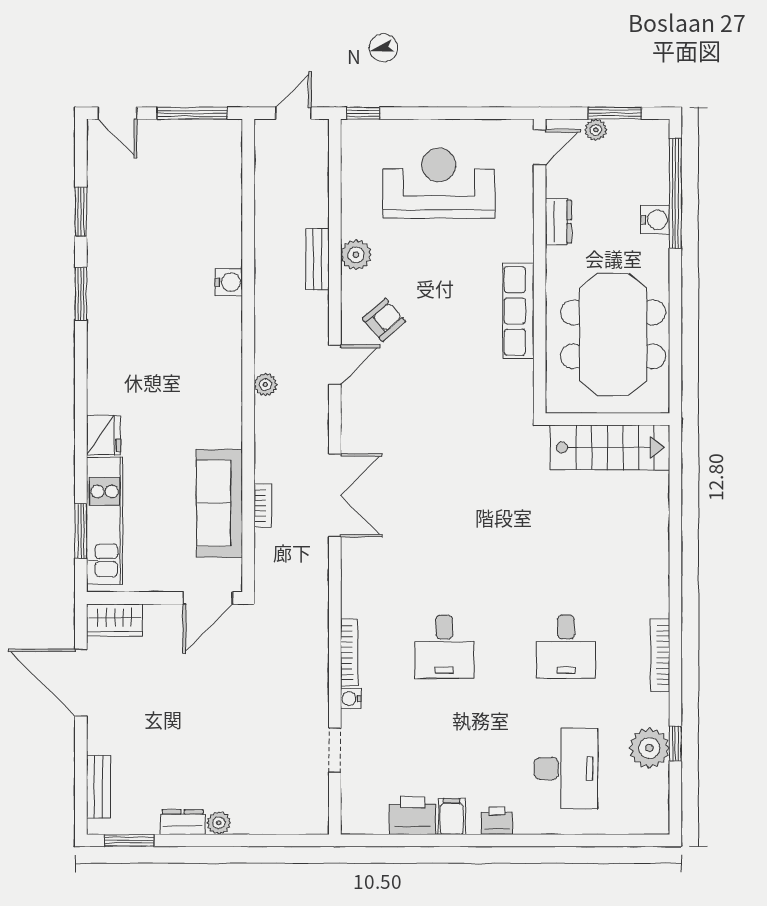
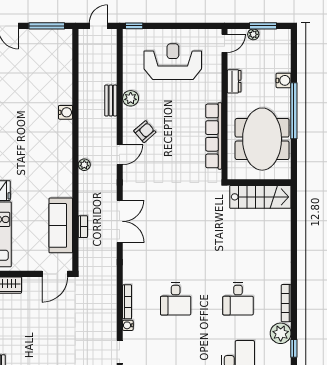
window: (675, 193) -> (294, 111), moved
row of seats: (518, 311) -> (214, 136), width x1.36
plant: (649, 748) -> (281, 333), moved

